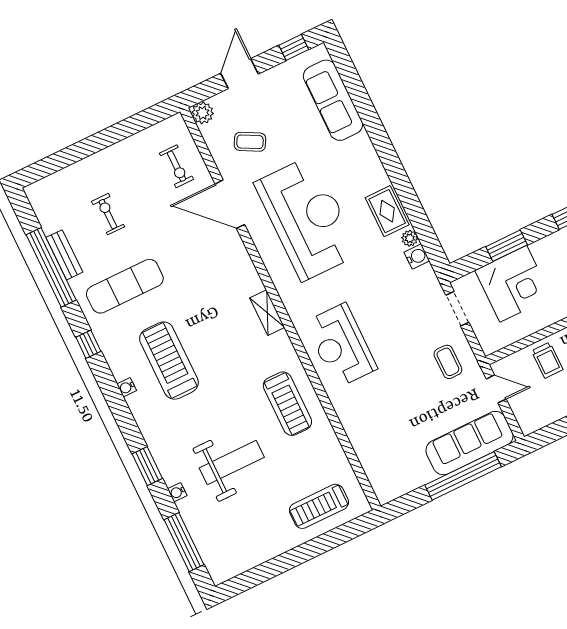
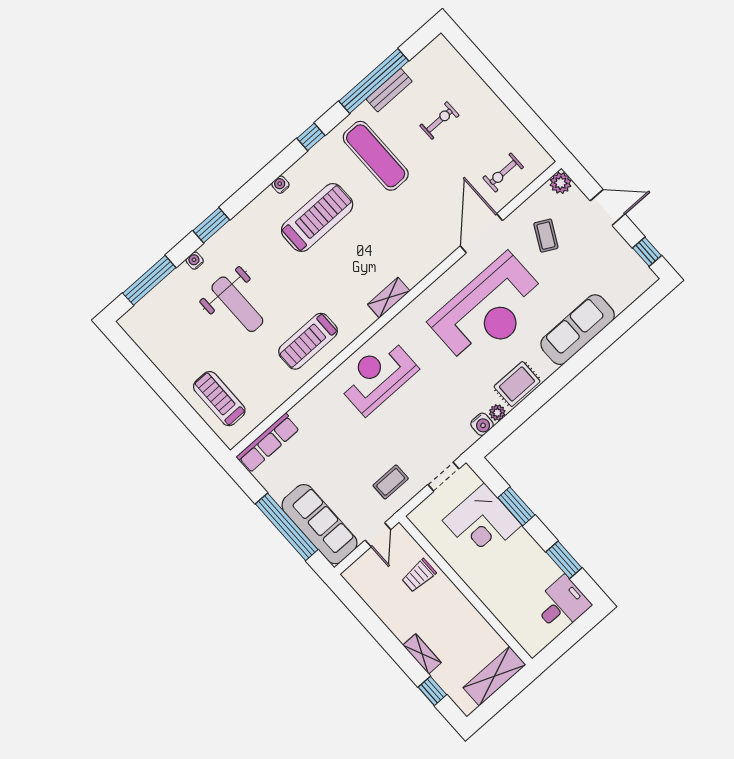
sofa: (333, 100) -> (578, 330), moved
row of seats: (376, 471) -> (268, 443), added

